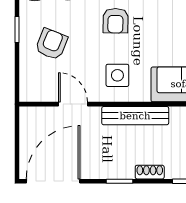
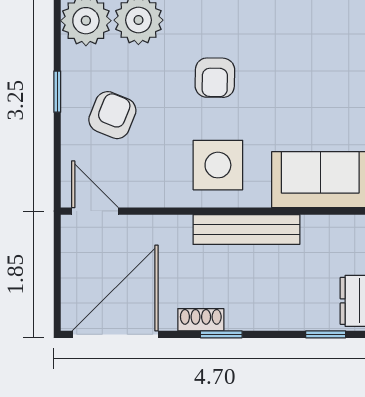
side table: (117, 75) -> (218, 165), width x1.37, depth x1.37
door: (73, 104) -> (95, 211), moved
shoe rack: (150, 172) -> (201, 320), moved

